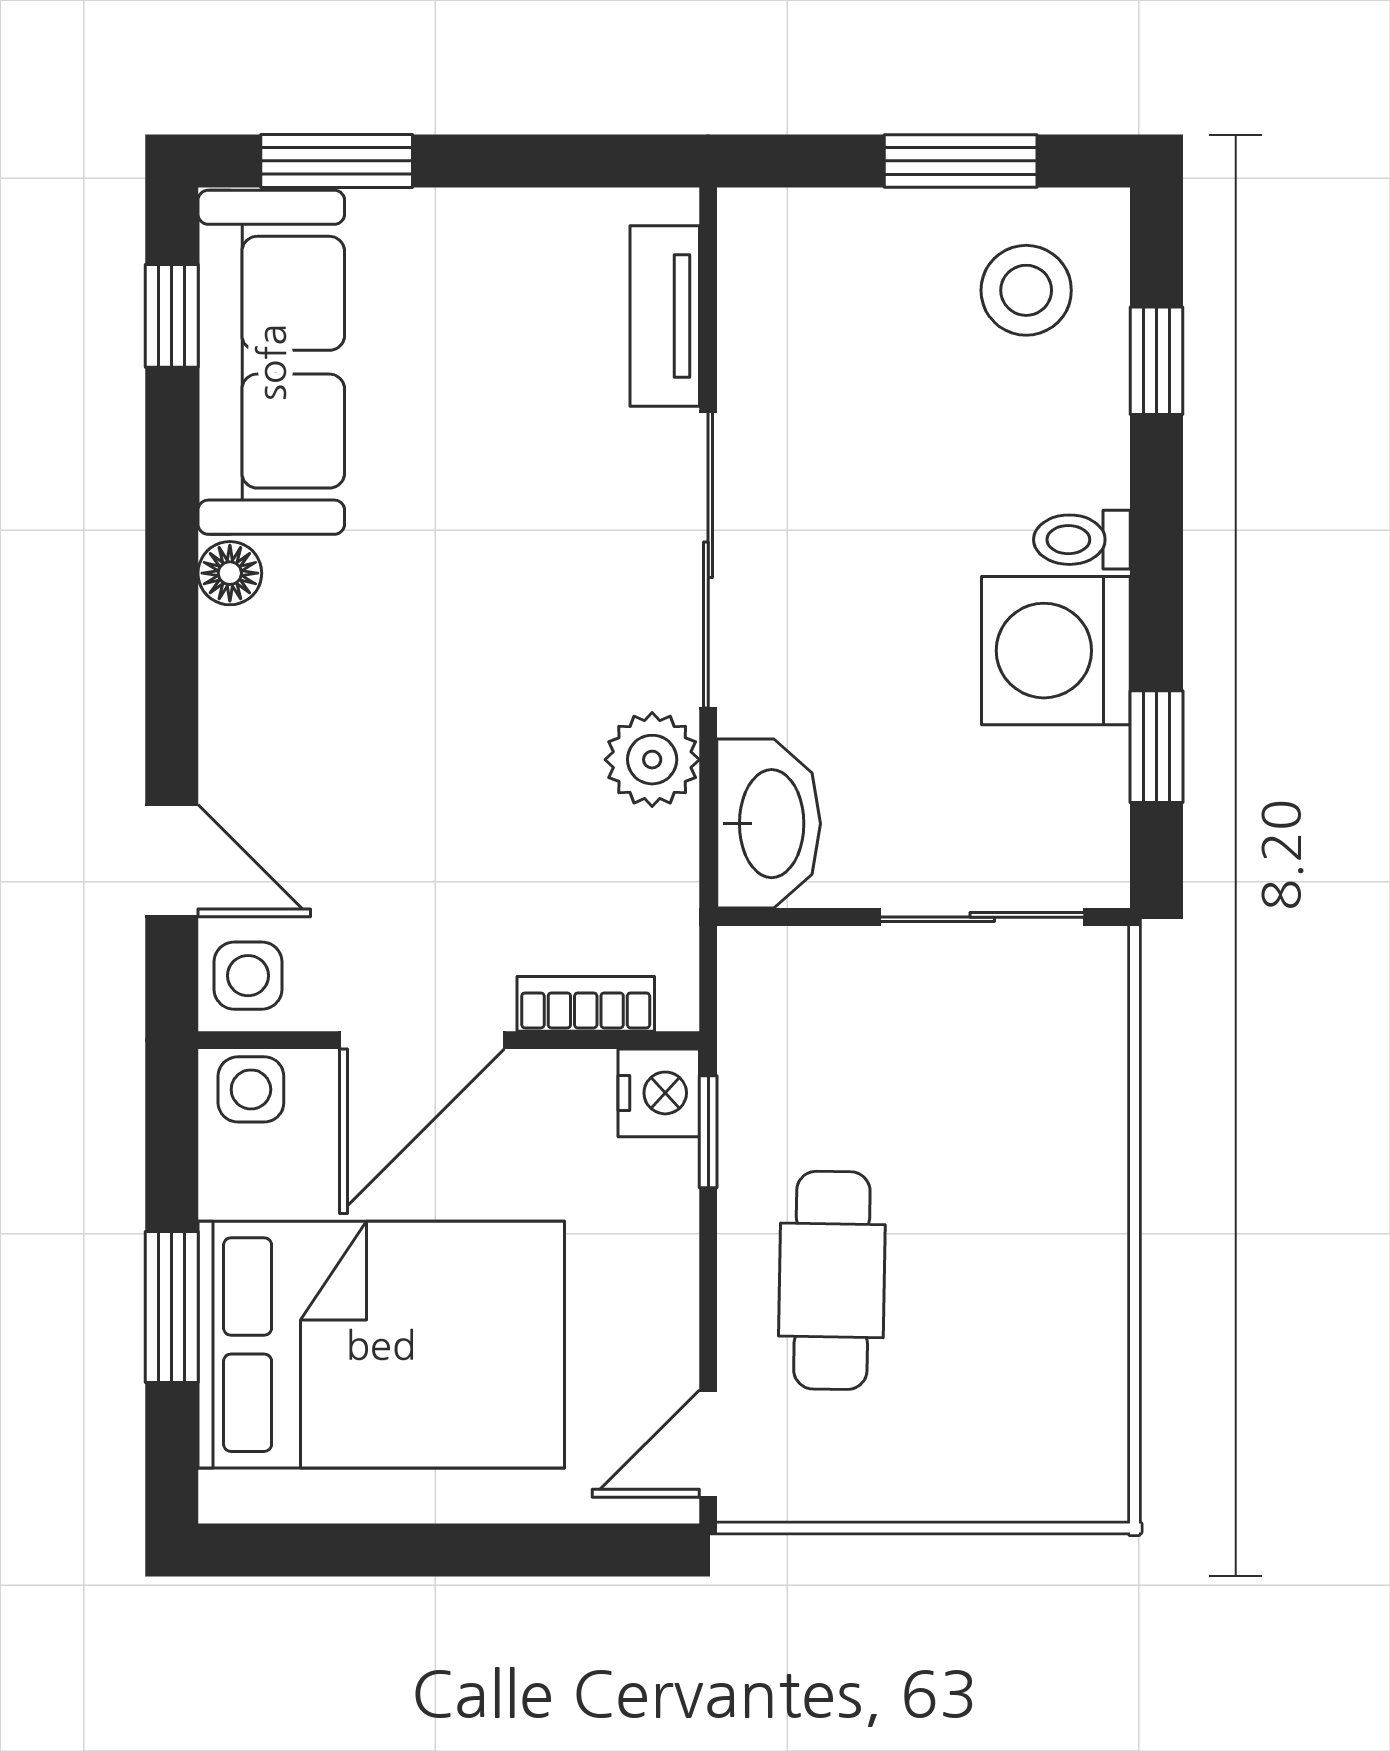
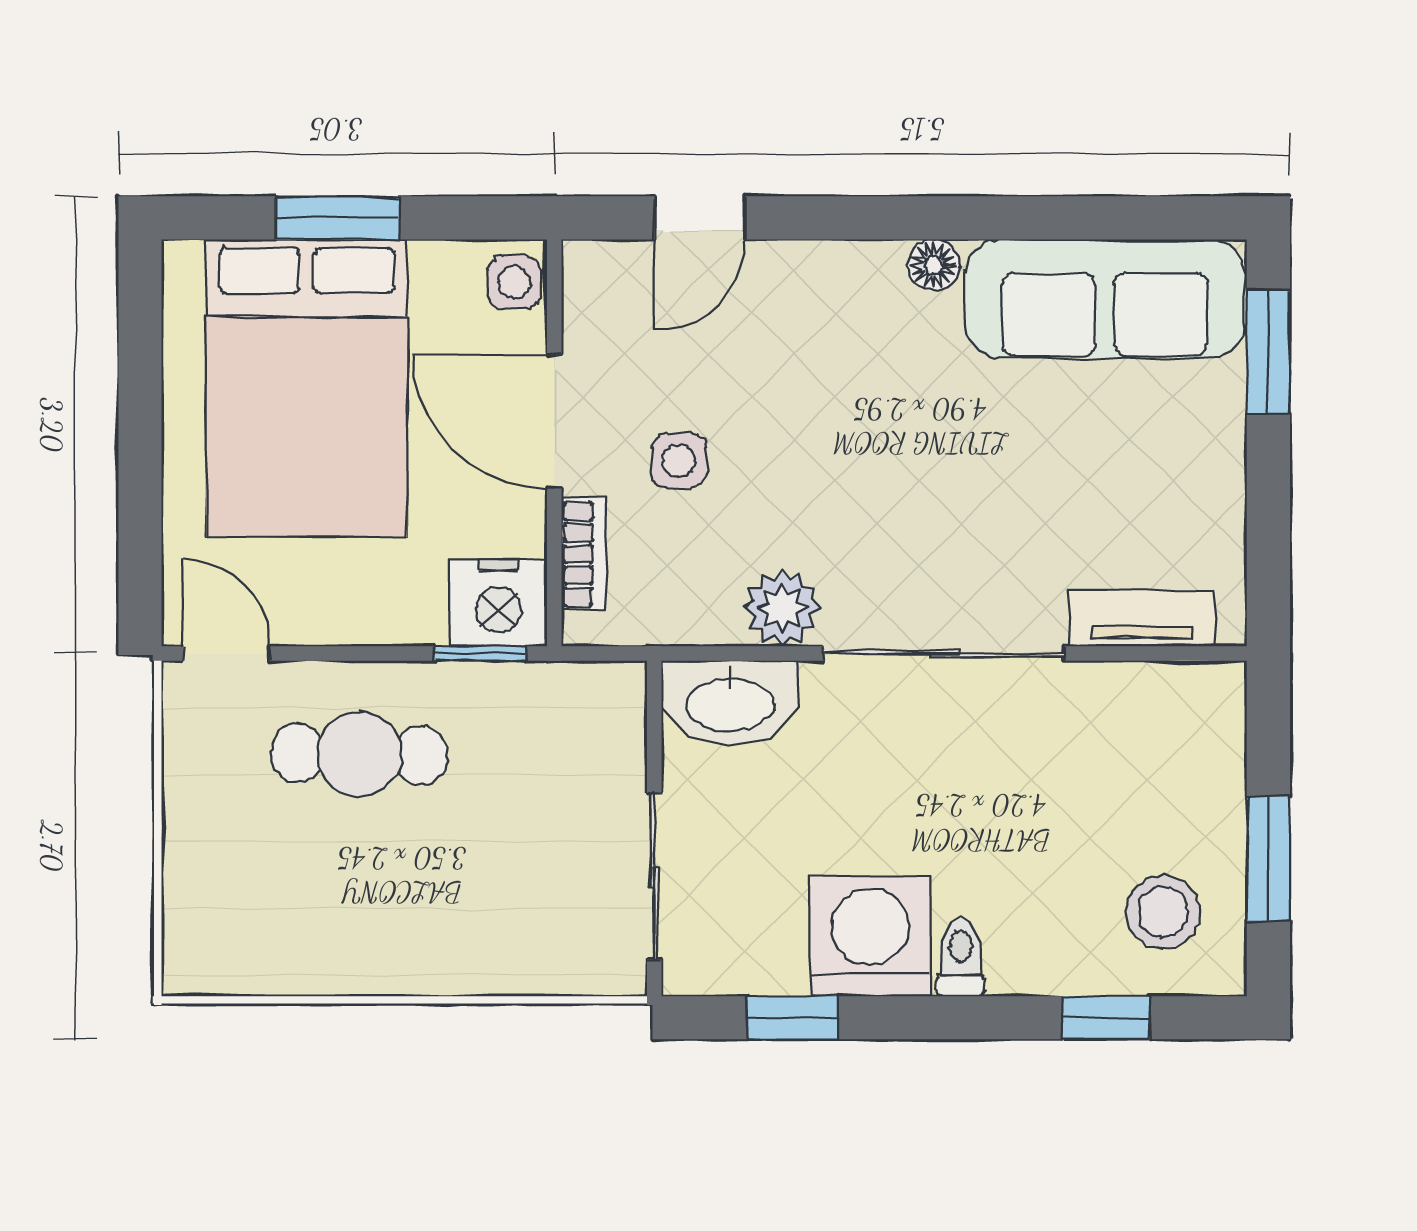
window: (172, 316) -> (1142, 218), removed
side table: (248, 976) -> (679, 461), moved
nightstand: (659, 1093) -> (498, 603), width x1.36, depth x1.33

